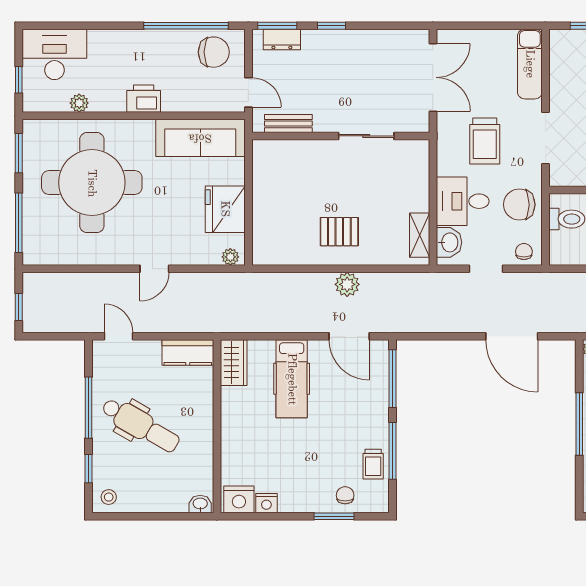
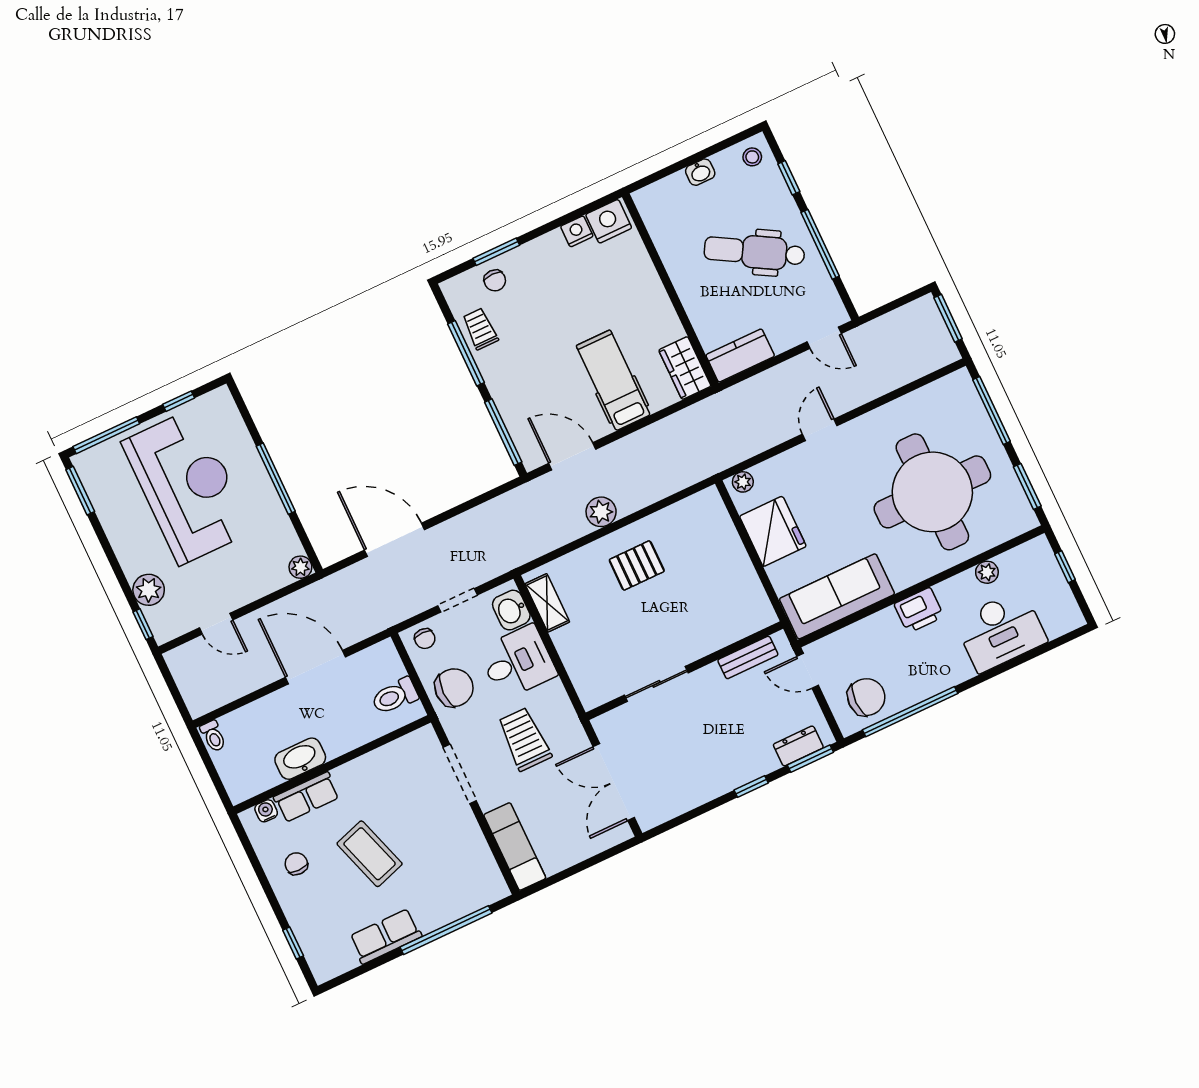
chair: (214, 52) -> (866, 697), turned 180
desk: (54, 54) -> (1001, 631), moved
window: (19, 307) -> (948, 318), width x1.50
washbasin: (200, 504) -> (700, 172), moved

